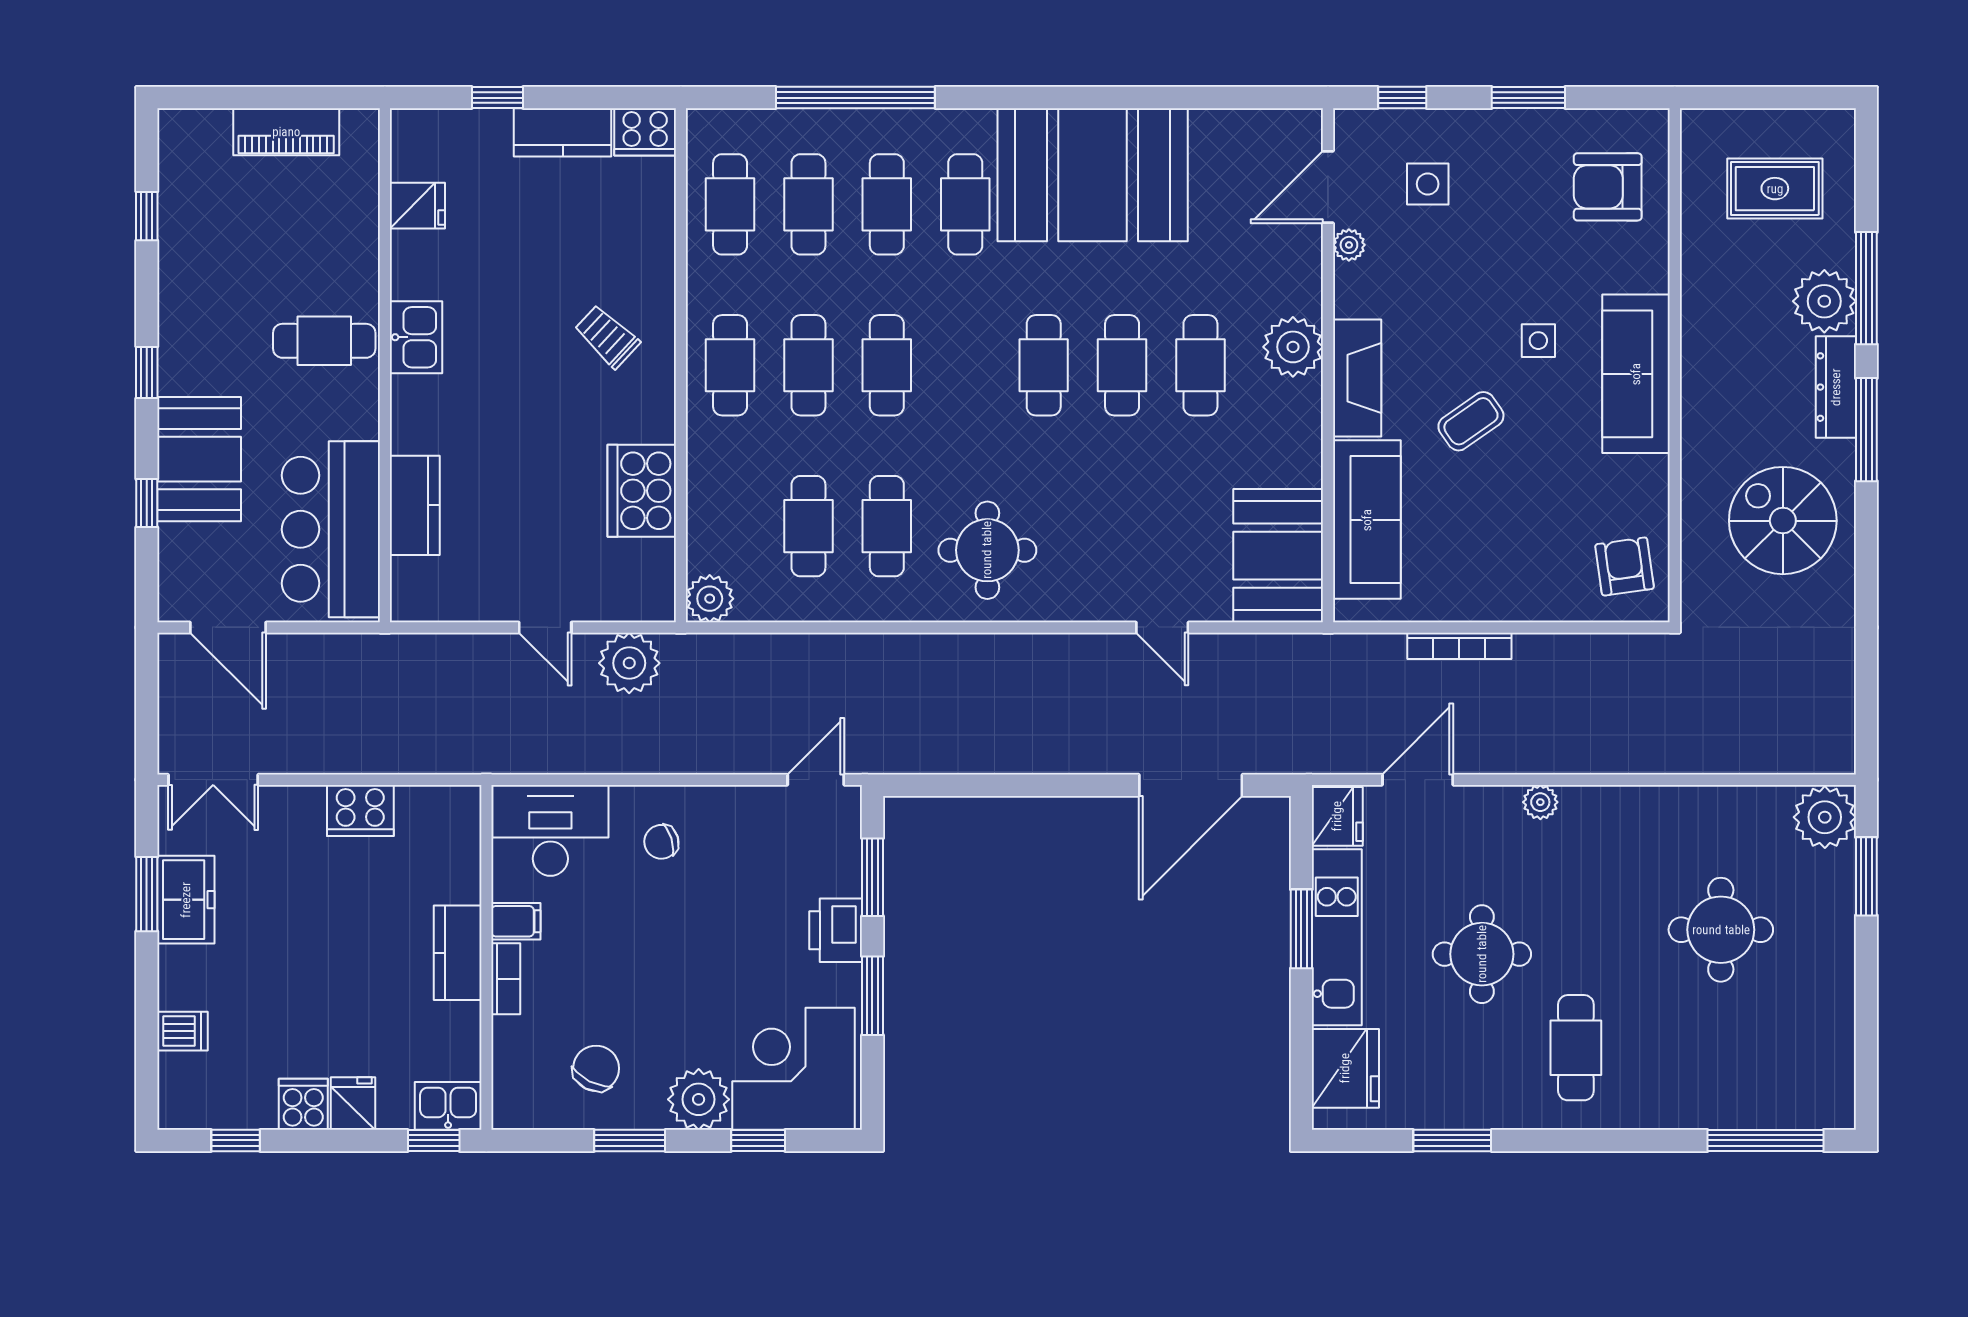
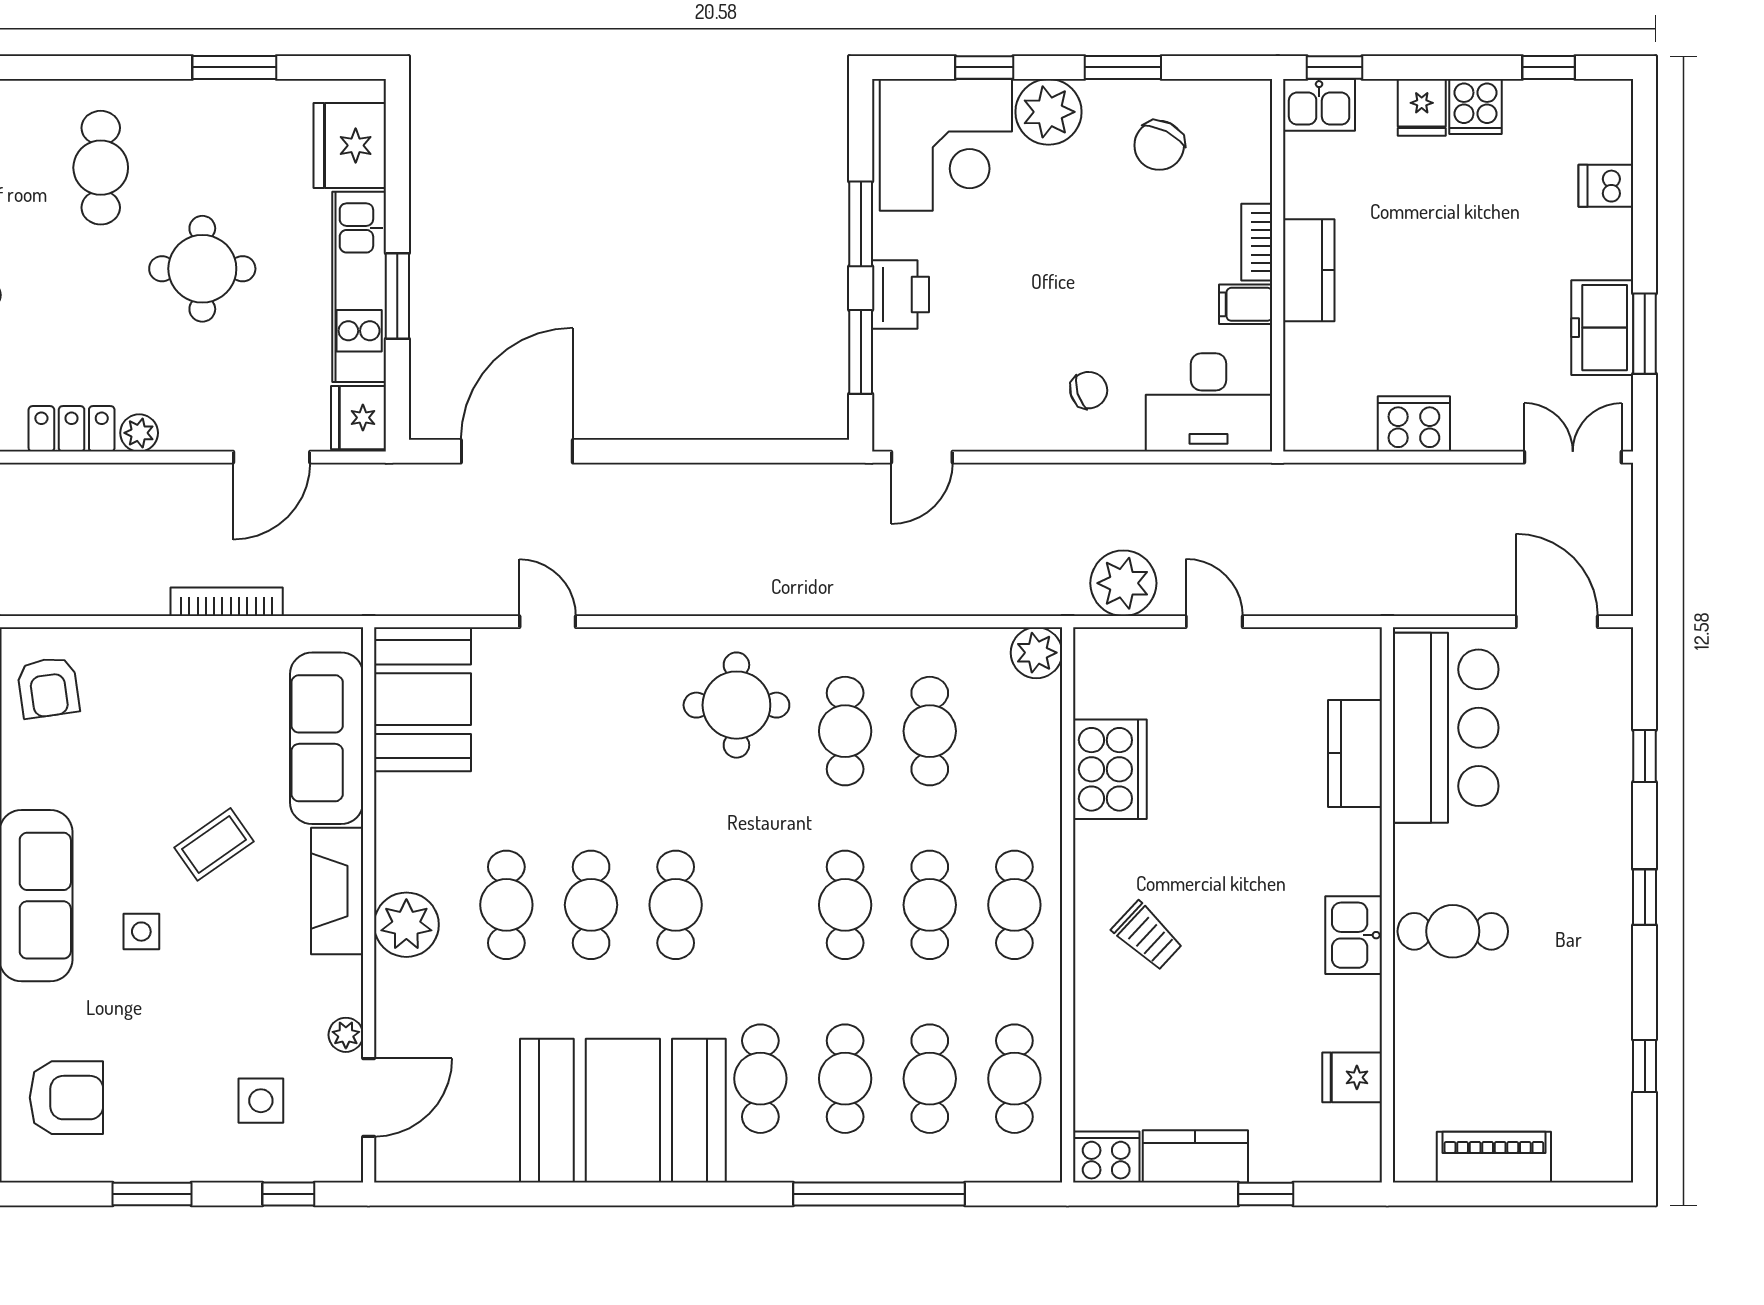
booth: (199, 459) -> (1588, 803), removed
locker: (1603, 806) -> (72, 429), added

